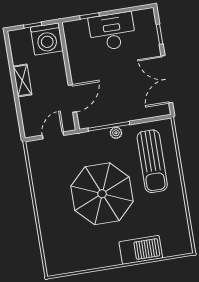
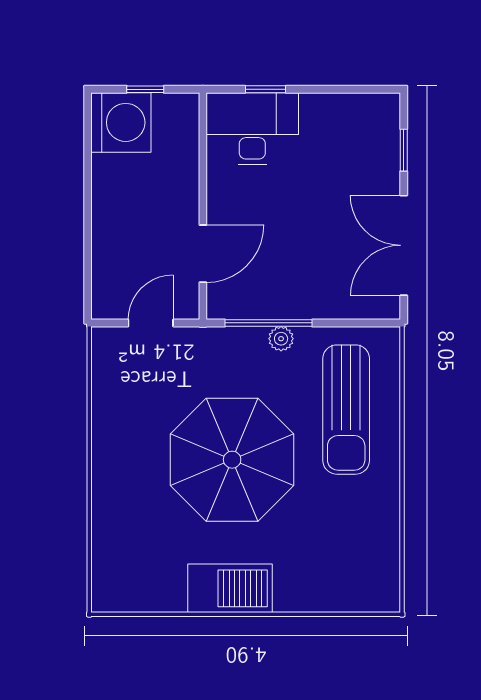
desk: (112, 31) -> (252, 129), moved
washing machine: (47, 39) -> (121, 122), moved, turned -90
shelving: (22, 80) -> (106, 200), removed
barbecue: (141, 250) -> (230, 588), moved

